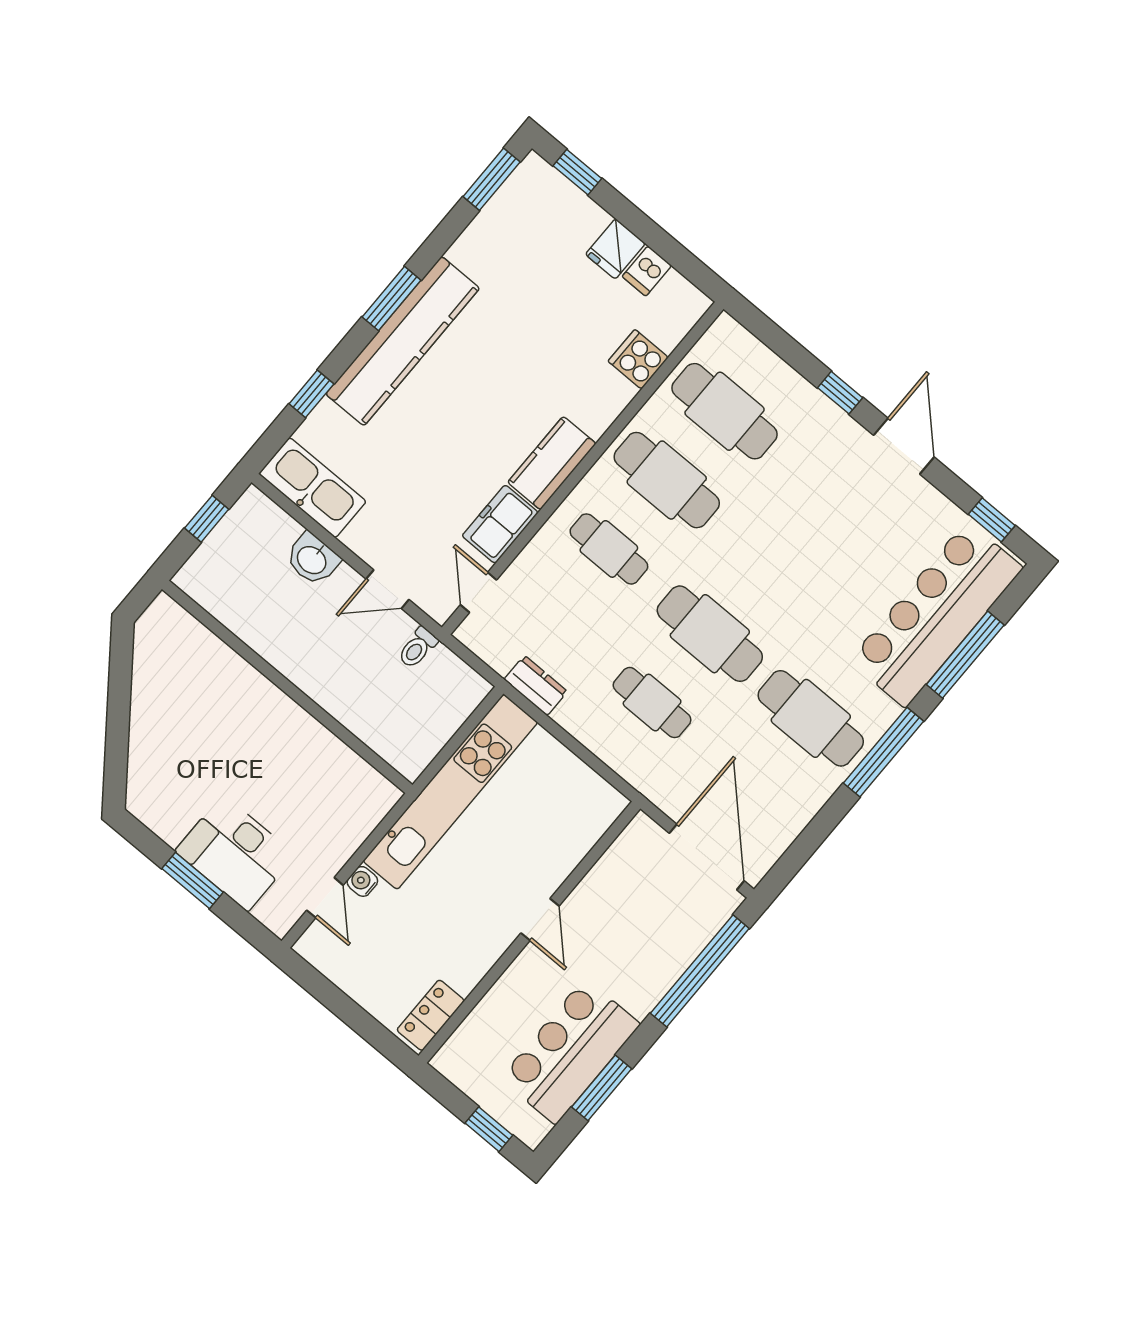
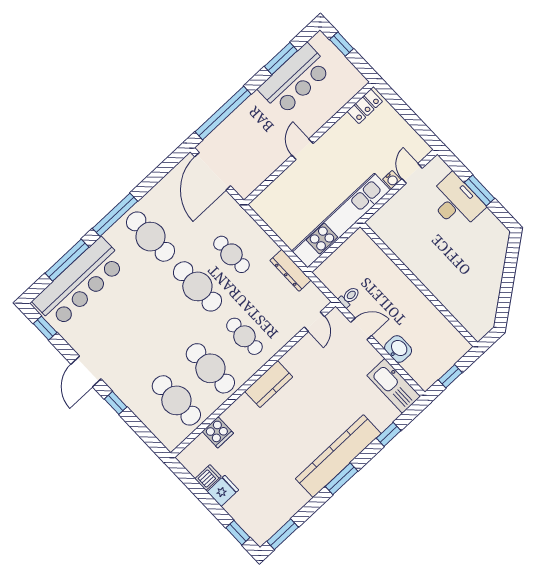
freezer: (500, 524) -> (299, 356), removed
dresser: (536, 685) -> (291, 270), width x1.44

